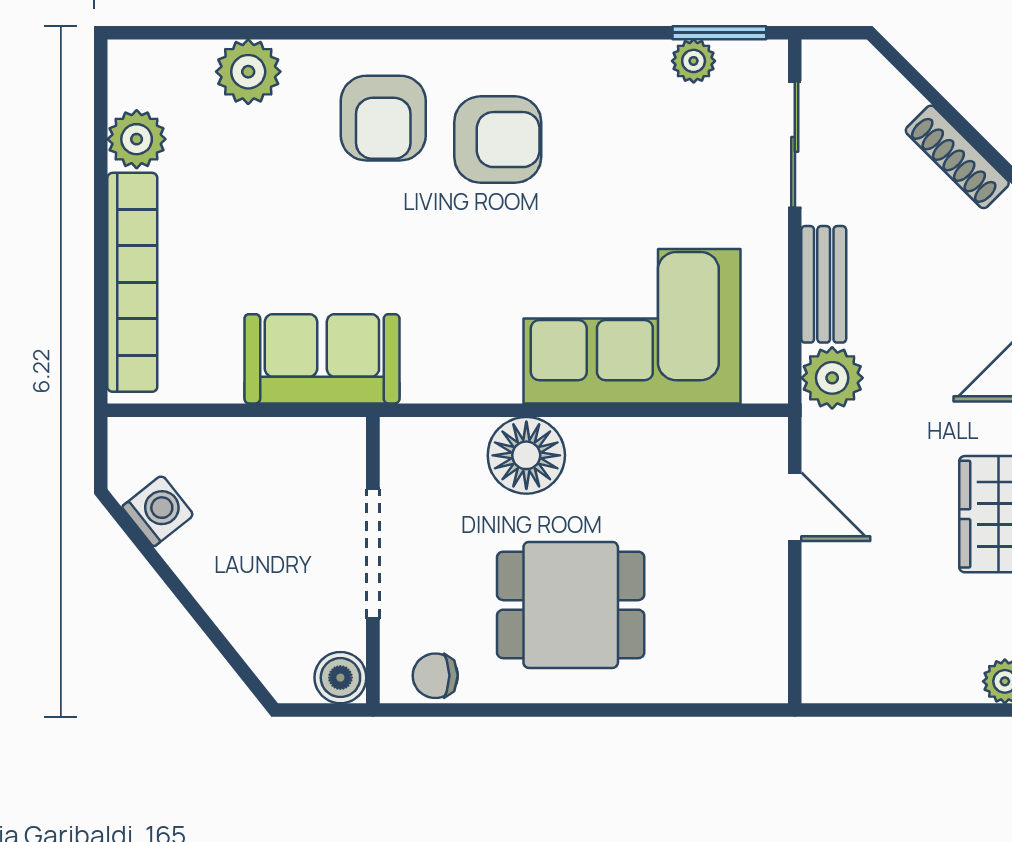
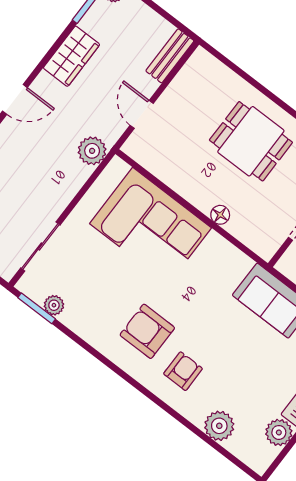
armchair: (383, 118) -> (183, 371), width x0.72, depth x0.72
bench: (824, 284) -> (170, 56), moved
floor lamp: (526, 455) -> (220, 215), width x0.53, depth x0.53

